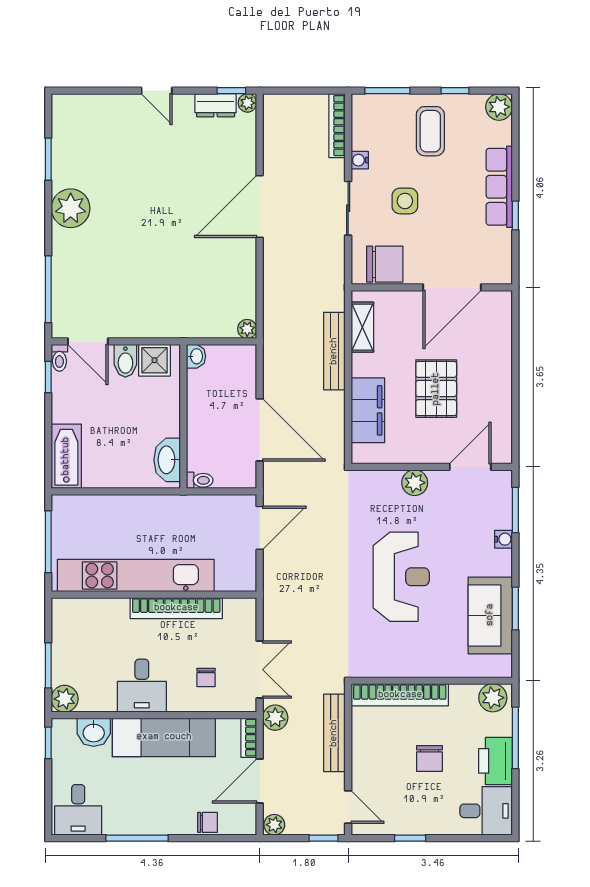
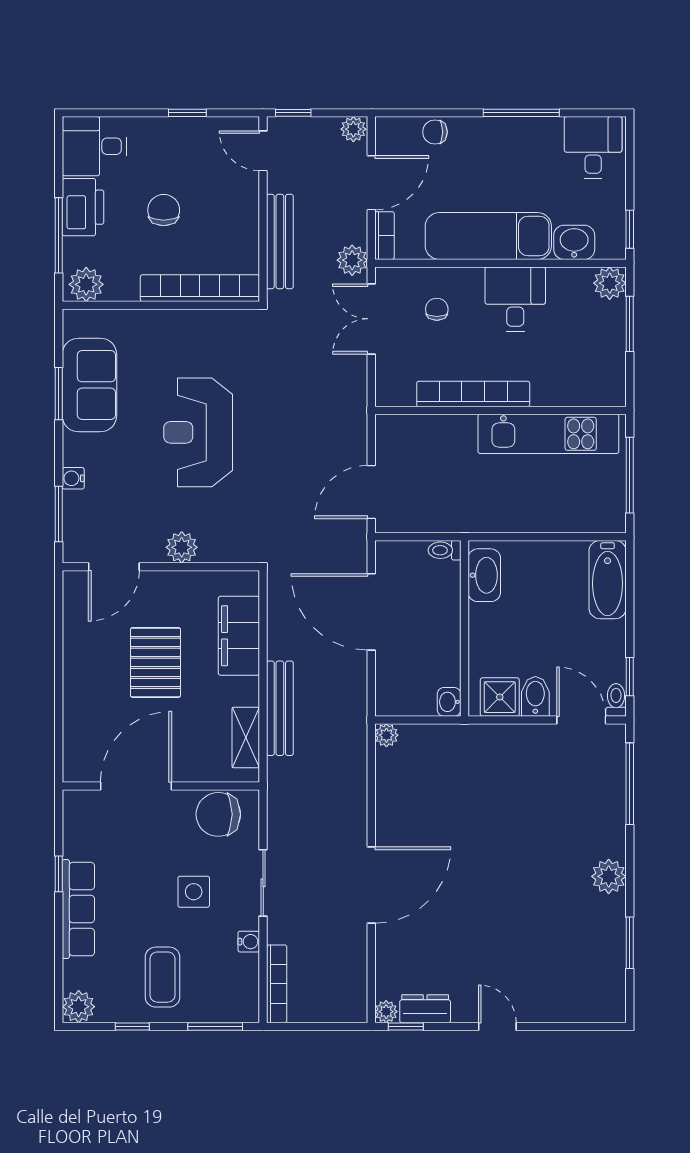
plant: (71, 208) -> (609, 876), width x0.73, depth x0.73
kitchen unit: (136, 576) -> (548, 434), width x0.73

